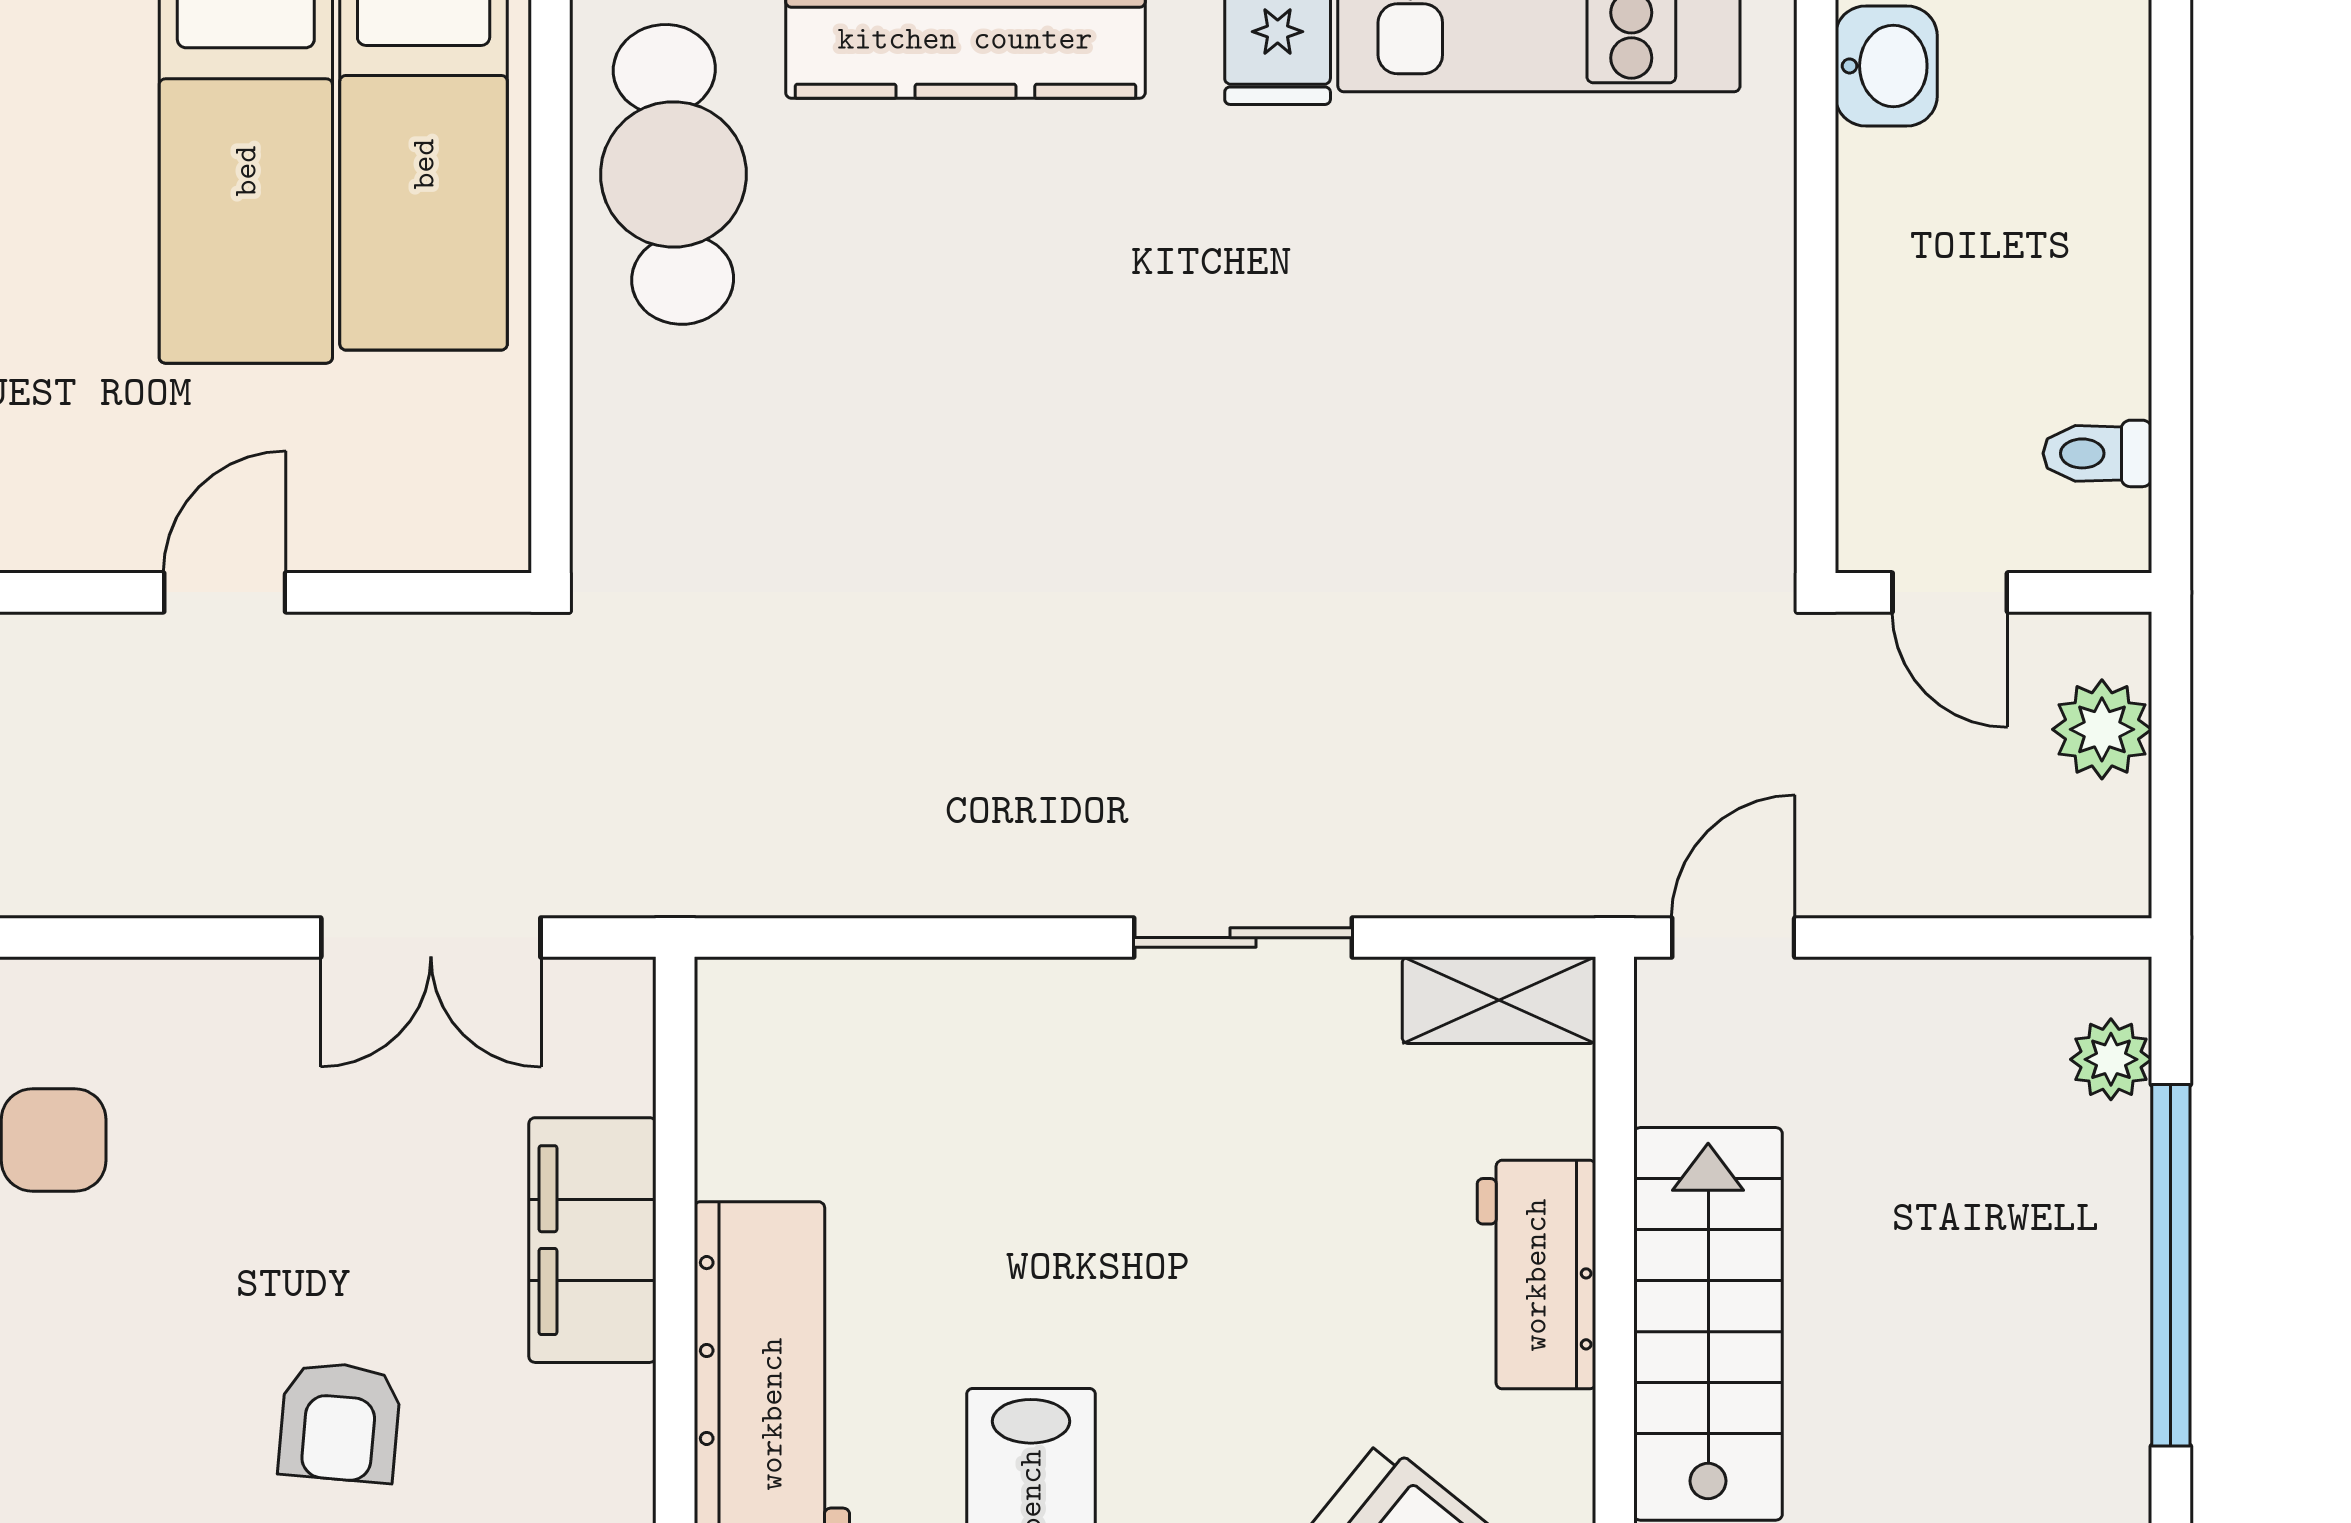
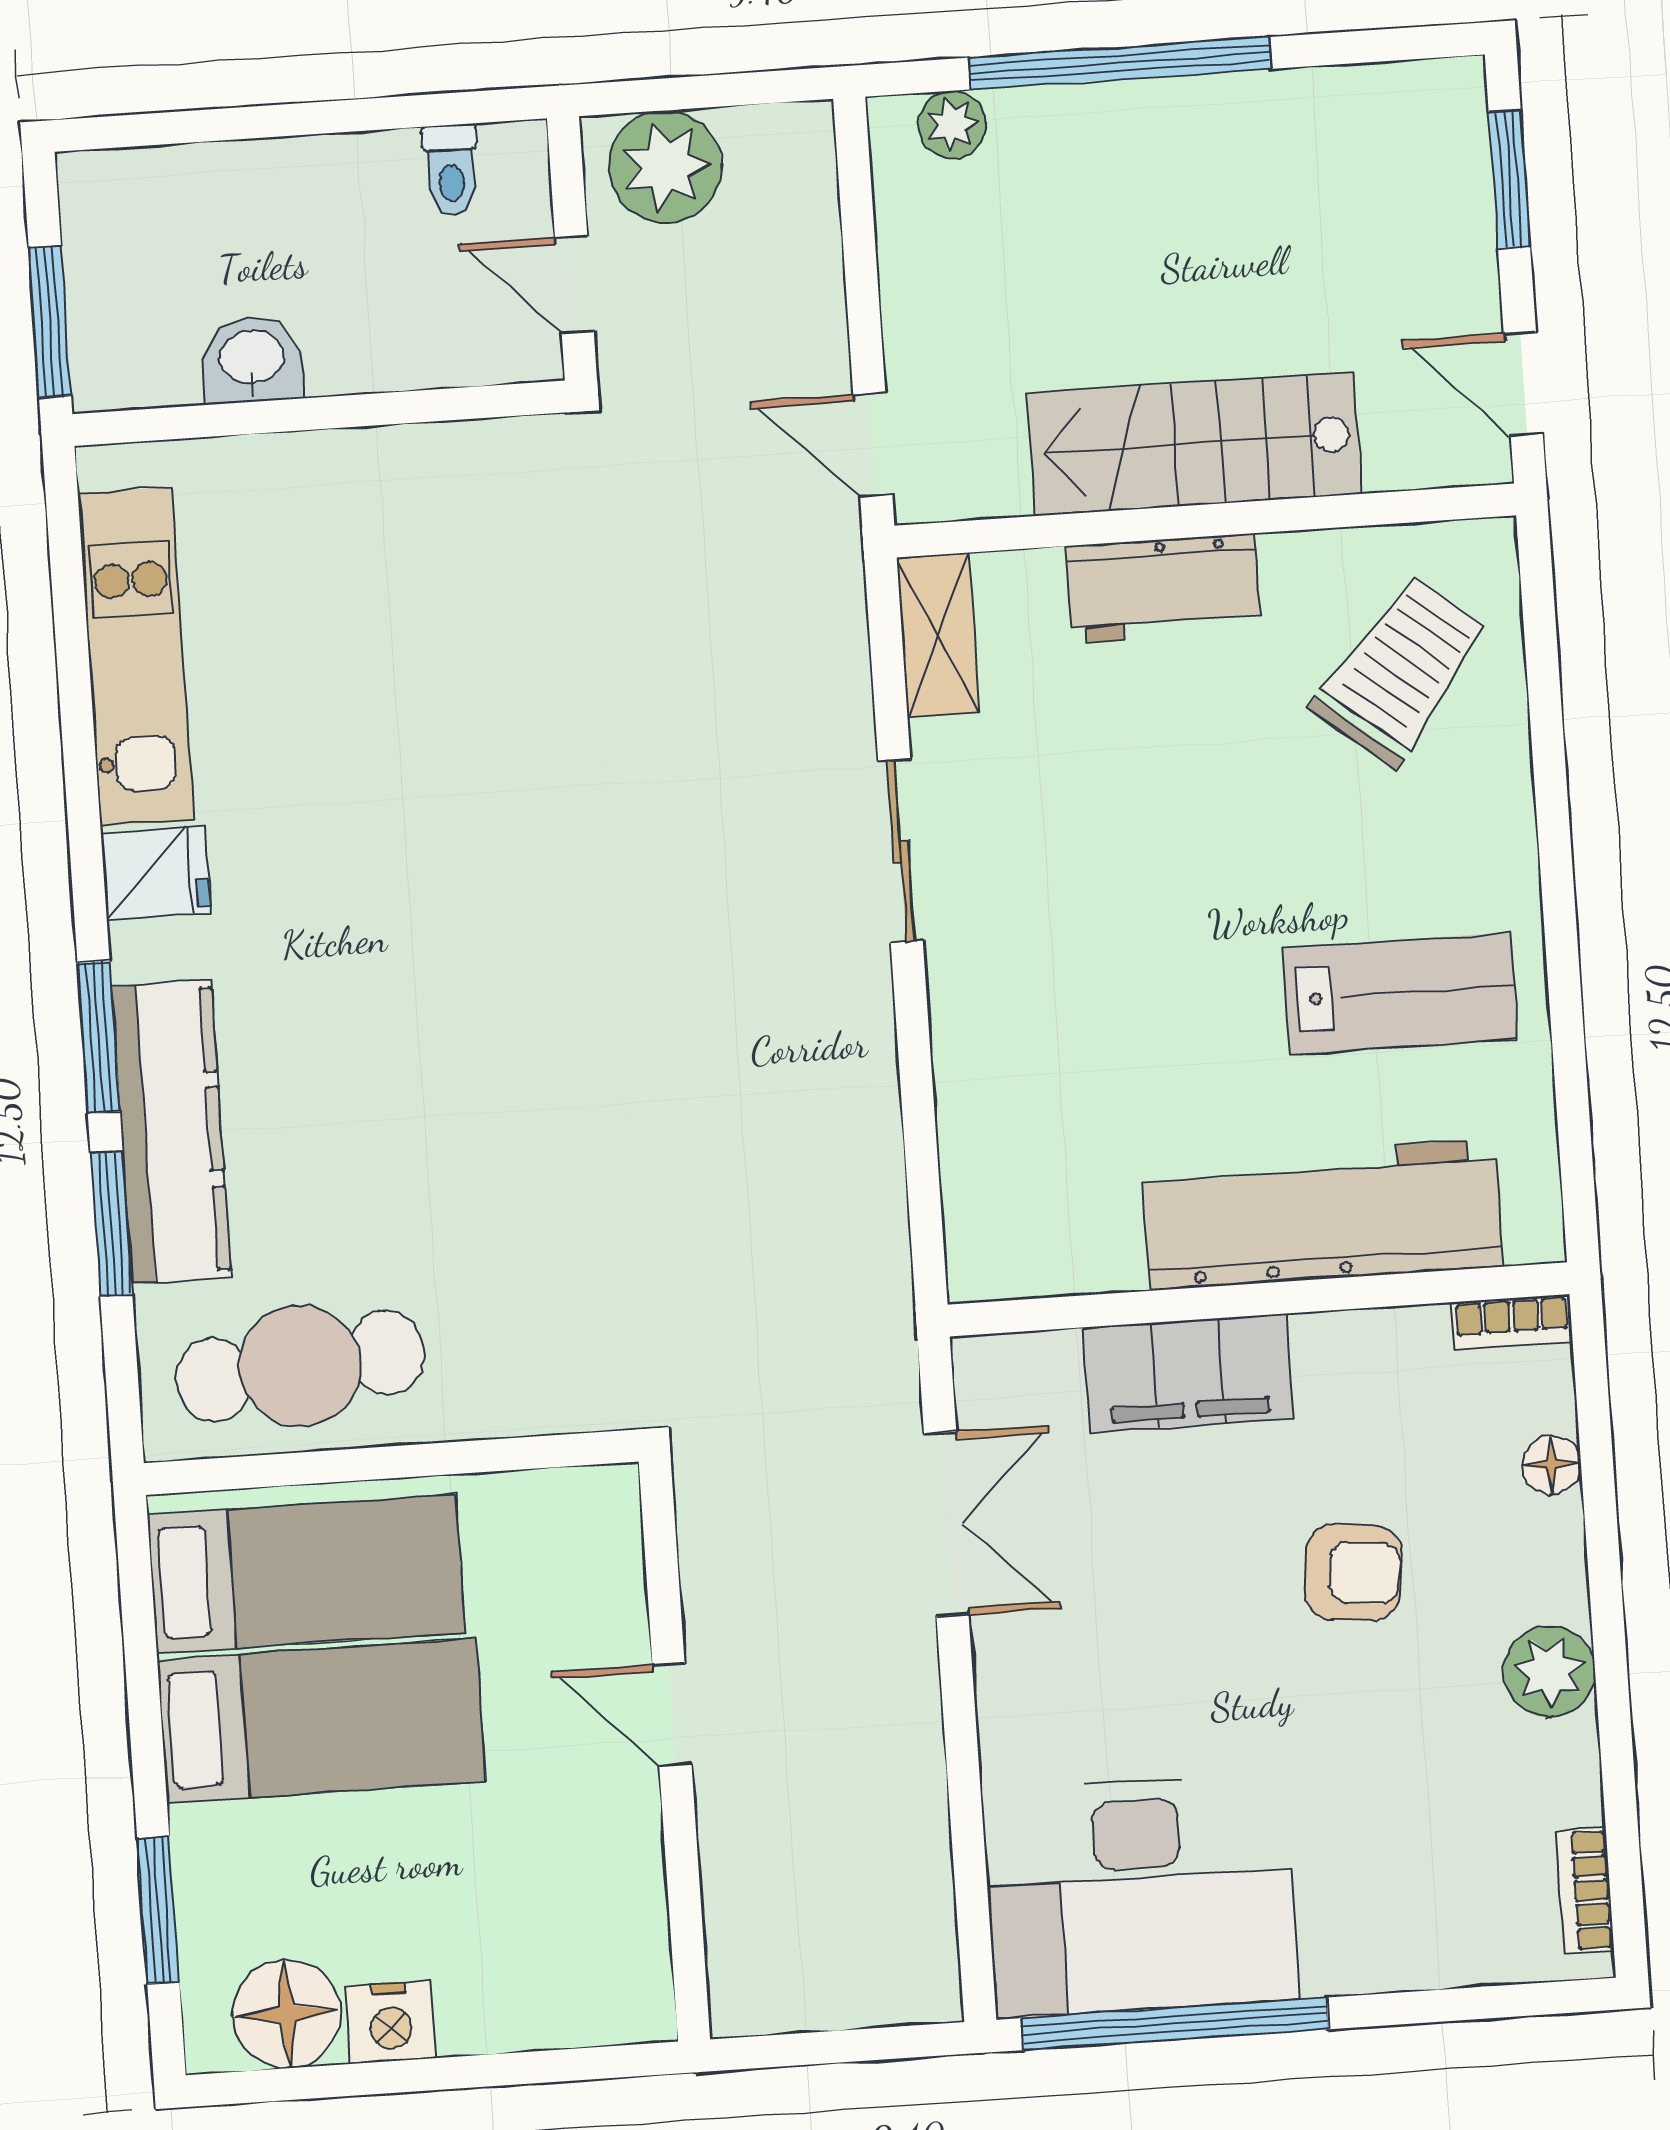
washbasin: (1886, 66) -> (252, 359), moved
door: (1950, 592) -> (574, 285), swing flipped
plant: (2102, 729) -> (665, 167), width x1.36, depth x1.36

